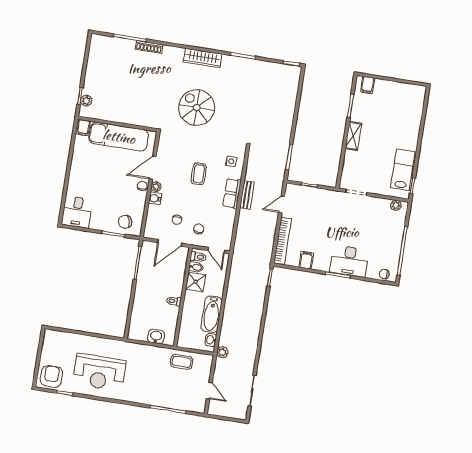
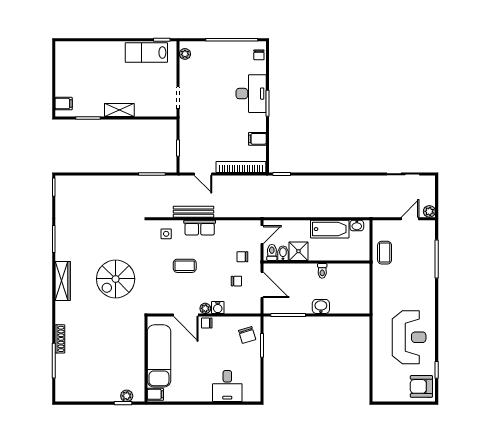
bench: (247, 195) -> (193, 212), width x1.36
desk: (77, 212) -> (227, 386), moved, turned 90
washbasin: (156, 337) -> (321, 306), moved, turned 90
plant: (222, 352) -> (429, 211), moved

